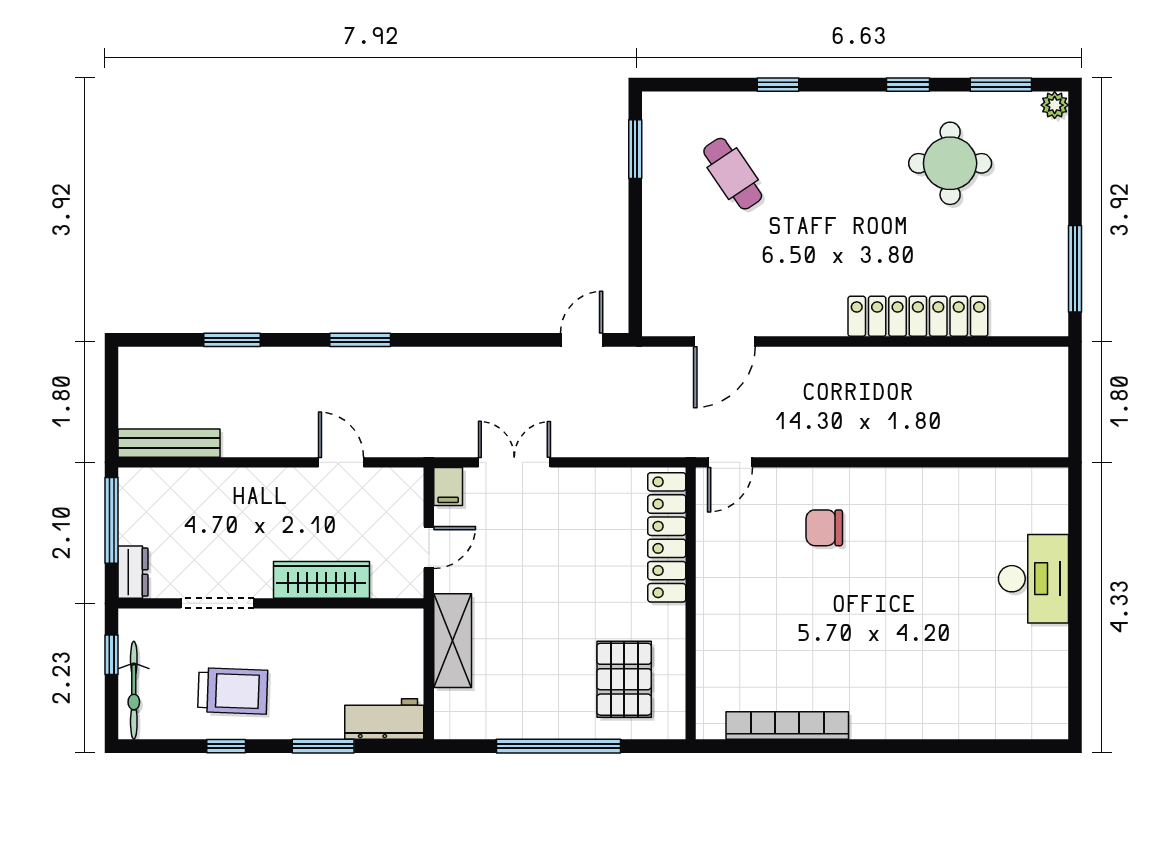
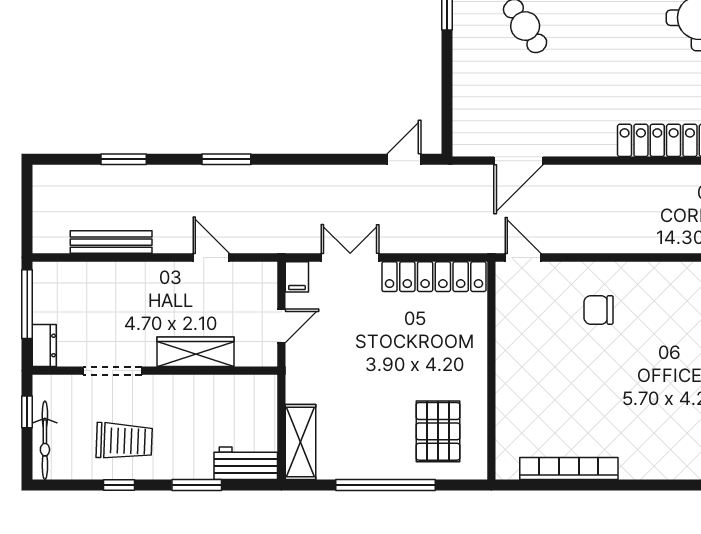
bench: (169, 443) -> (111, 242), moved
door: (730, 462) -> (523, 258), swing flipped
locker: (667, 537) -> (434, 277), moved, turned -90
shelving: (453, 641) -> (301, 442), moved

